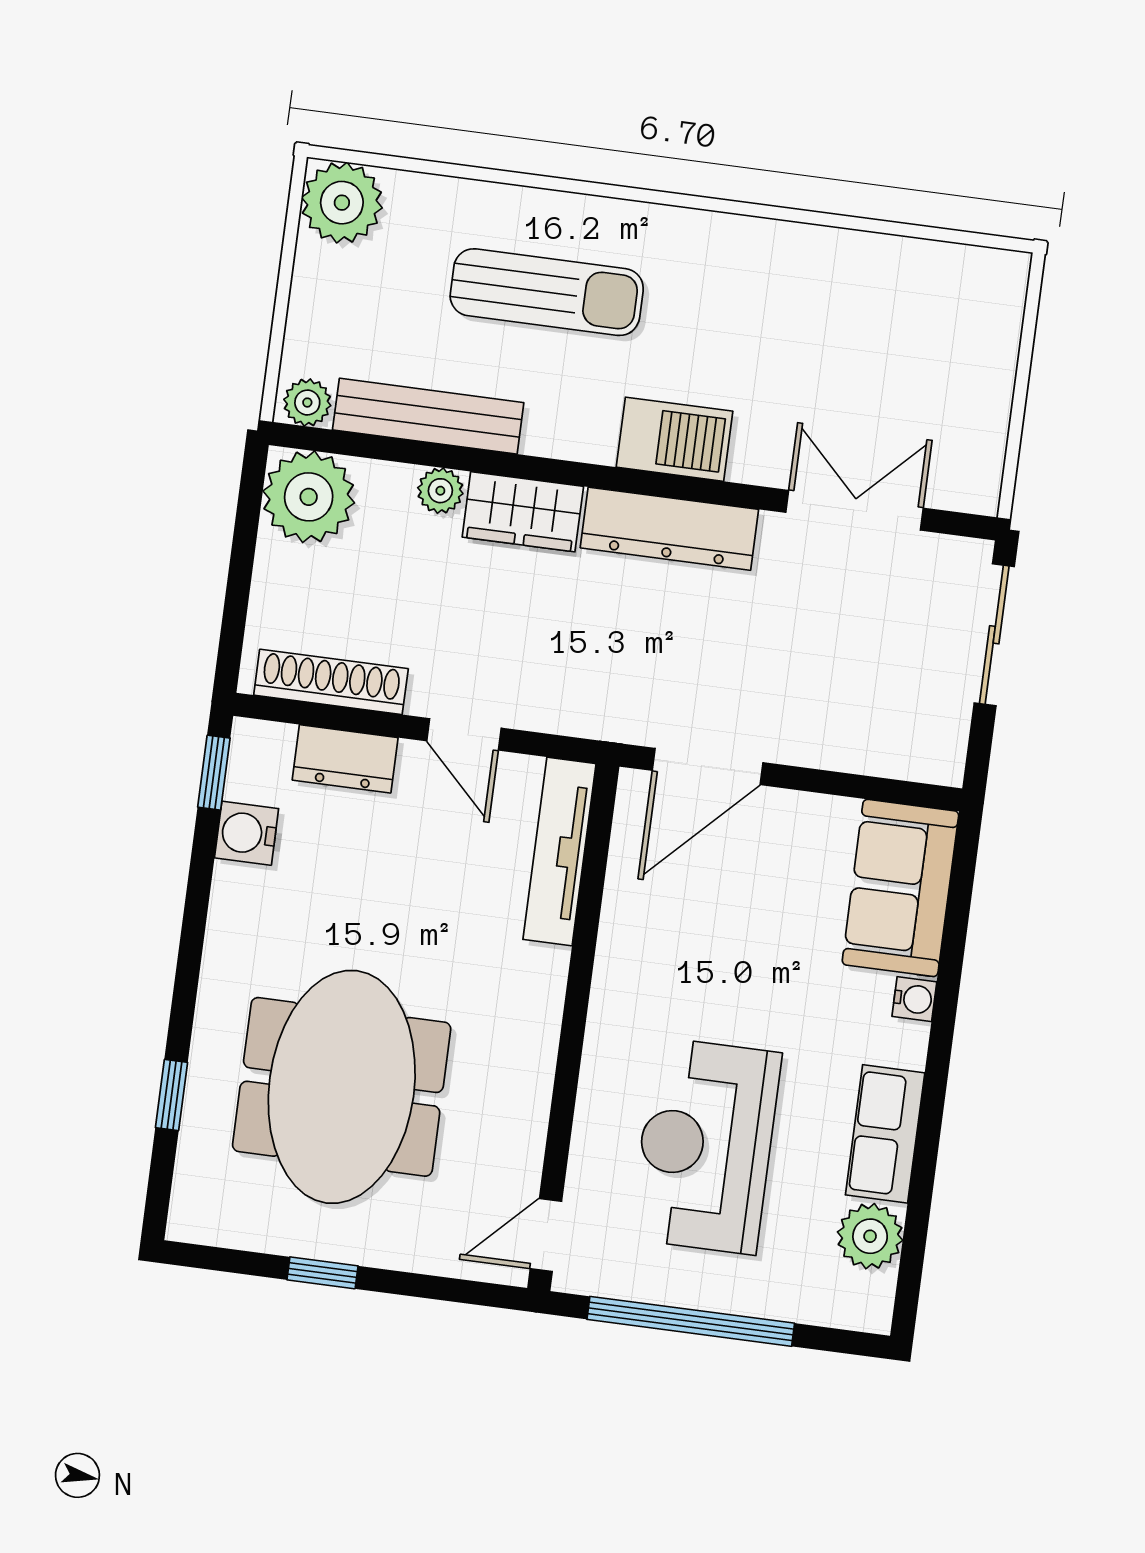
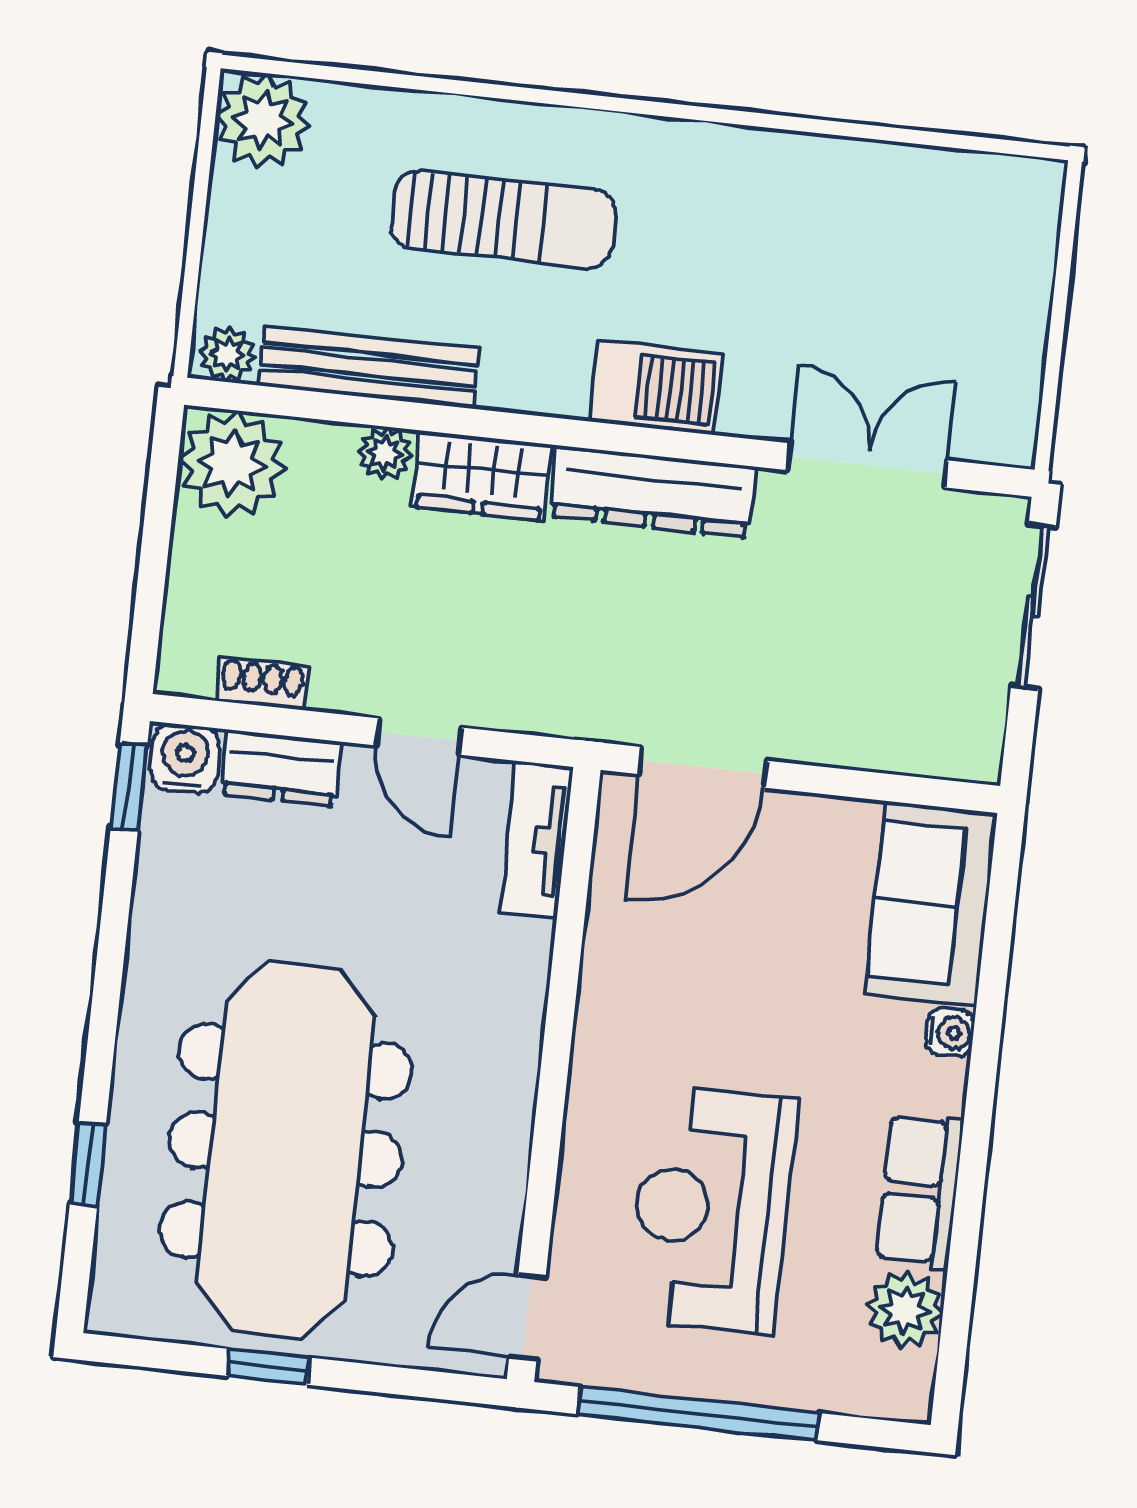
shoe rack: (331, 682) -> (262, 684), width x0.51, depth x0.81
water cooler: (247, 833) -> (185, 758), moved, turned 90
tv unit: (560, 852) -> (536, 839), width x0.71
meeting table: (342, 1087) -> (286, 1150), width x1.36

